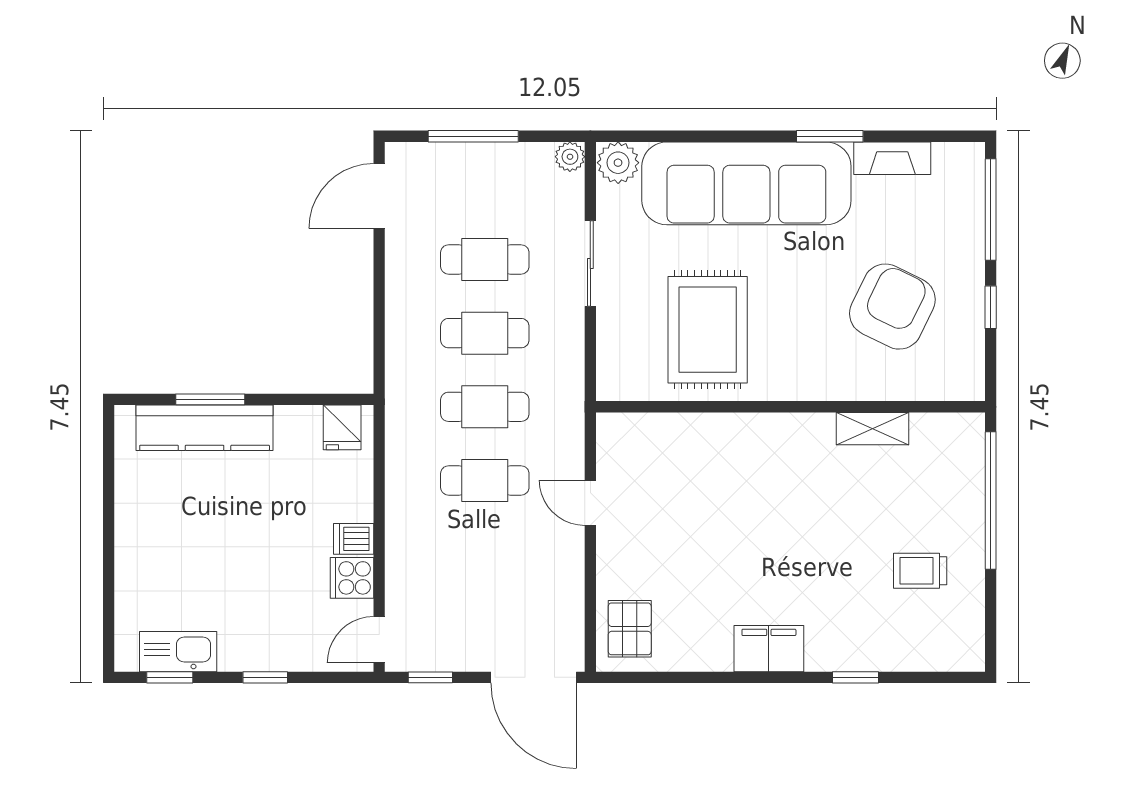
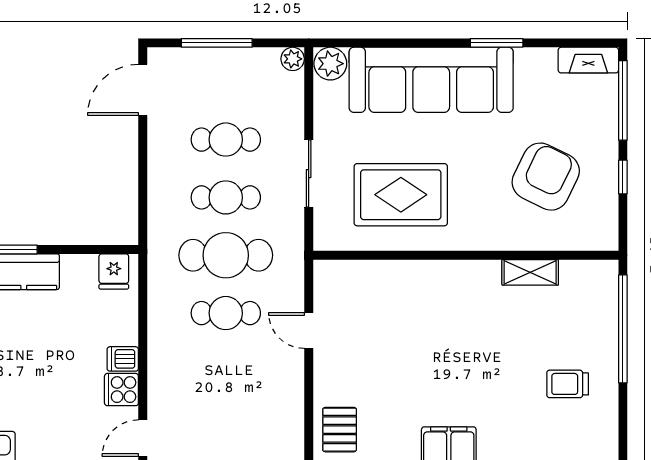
fireplace: (892, 158) -> (588, 60), moved
sliding door: (590, 264) -> (309, 174), moved
rug: (708, 330) -> (401, 195), turned 90
cafe table: (485, 407) -> (226, 255), width x1.37, depth x1.35

